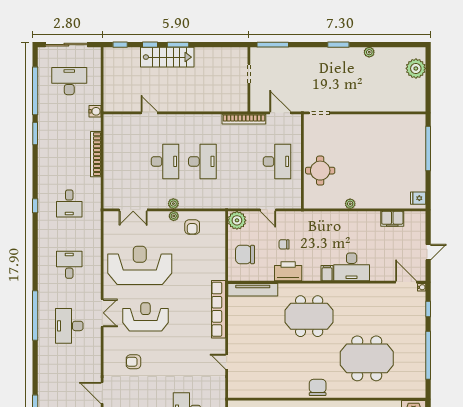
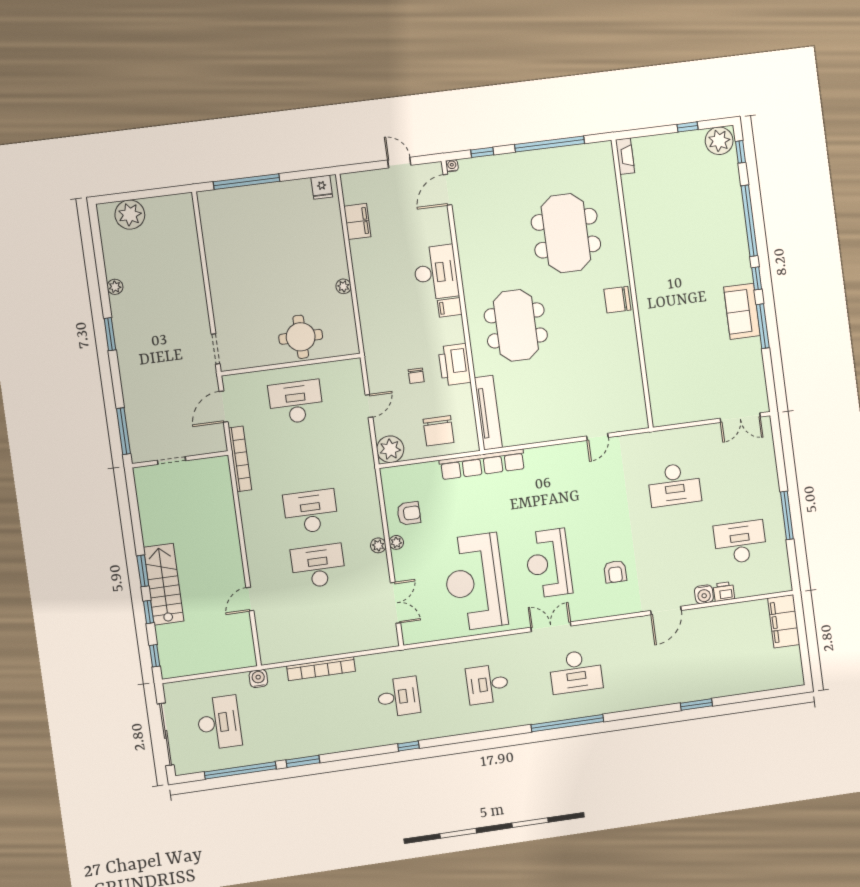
desk: (69, 81) -> (219, 723), turned 180
row of seats: (218, 309) -> (482, 464), moved

